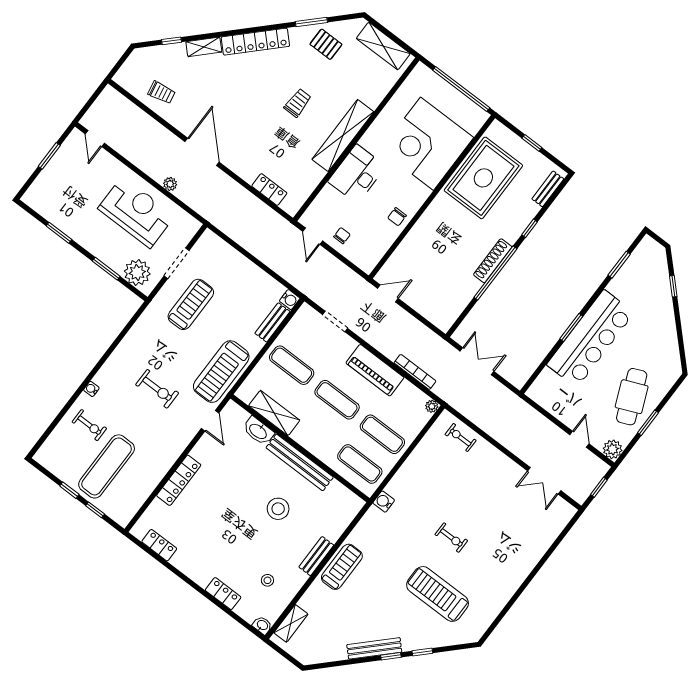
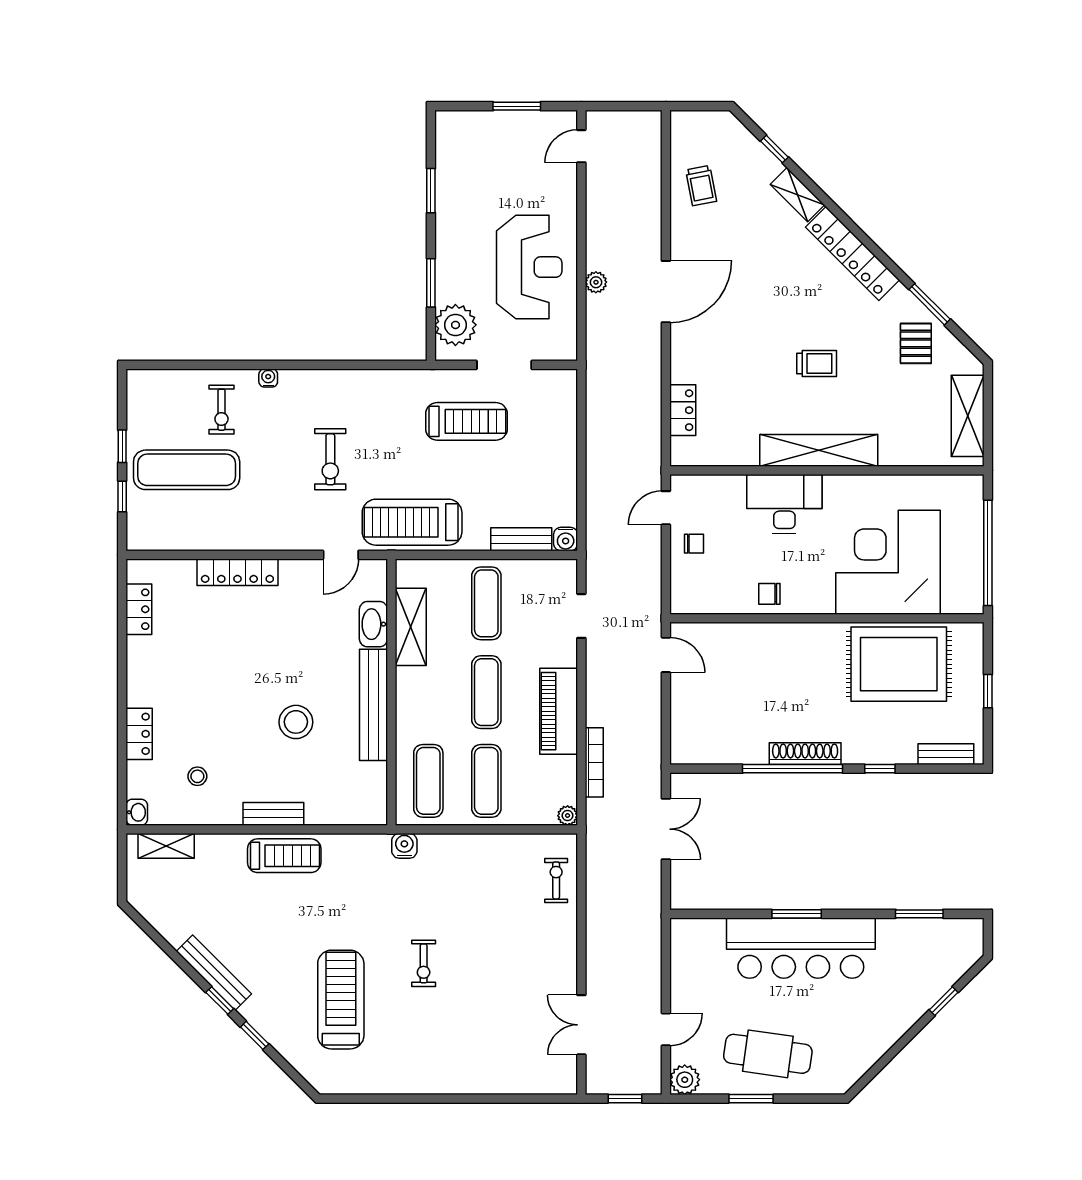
cafe table: (632, 397) -> (768, 1054), turned 31

